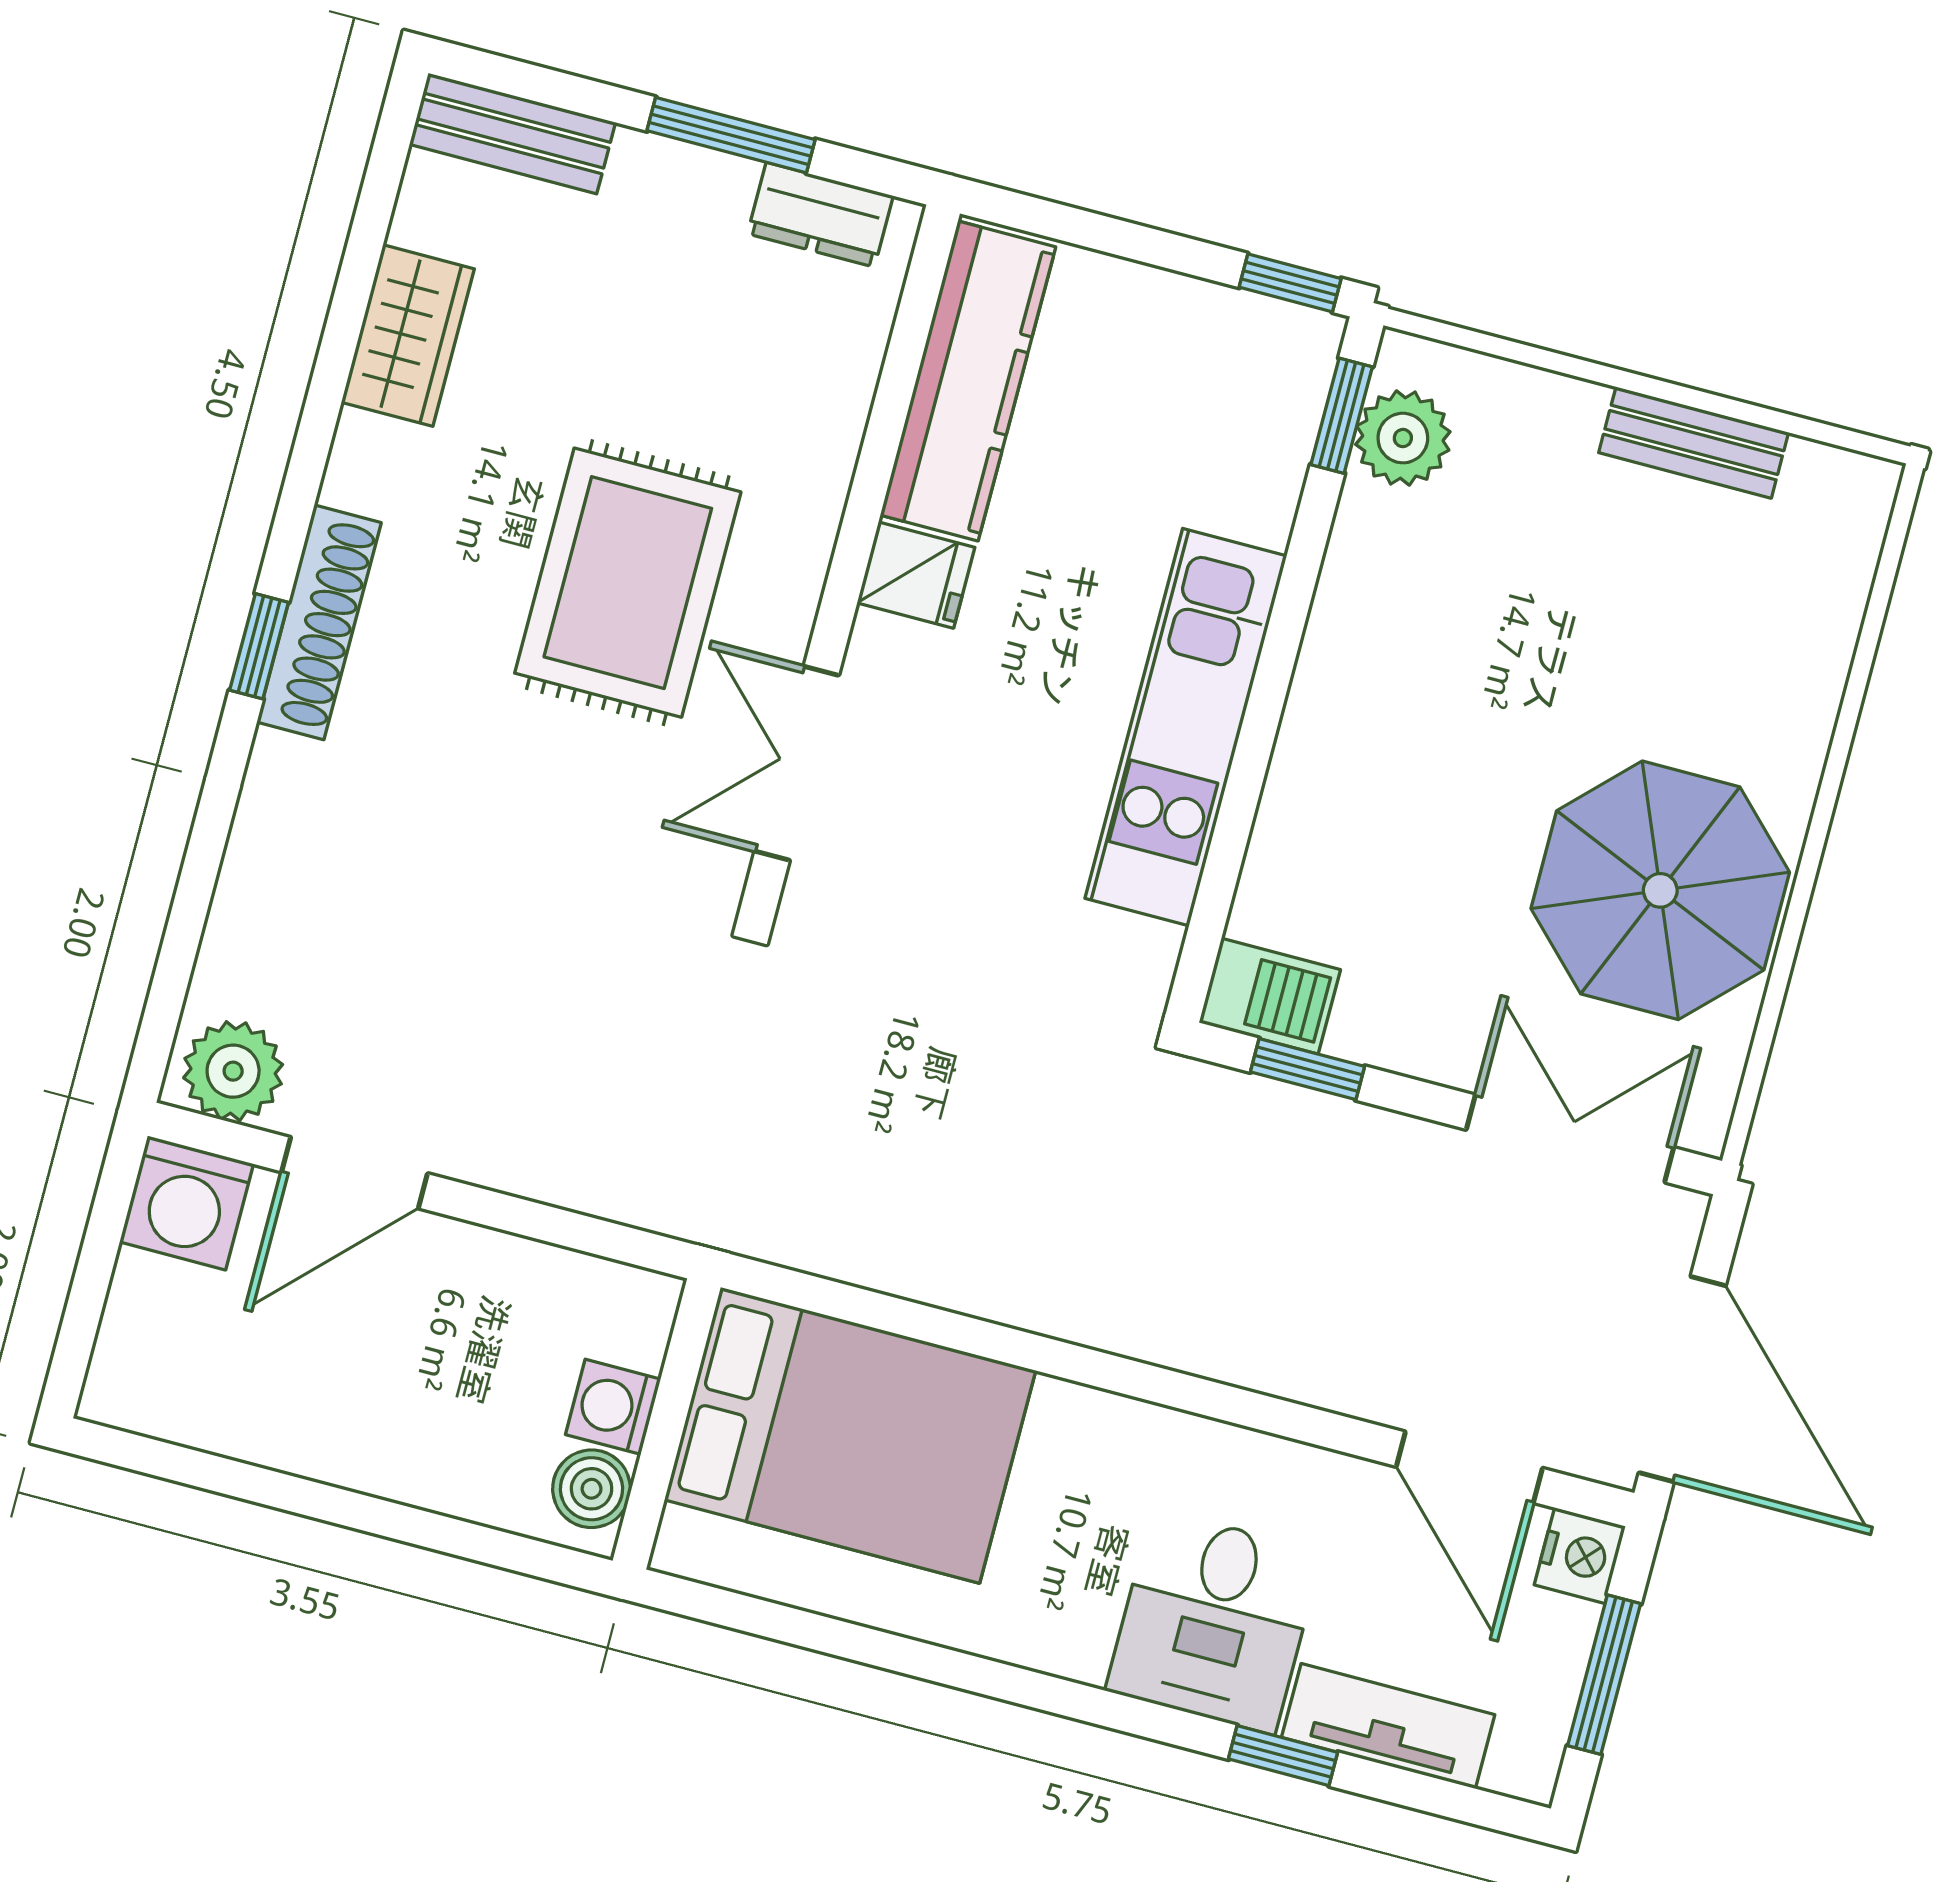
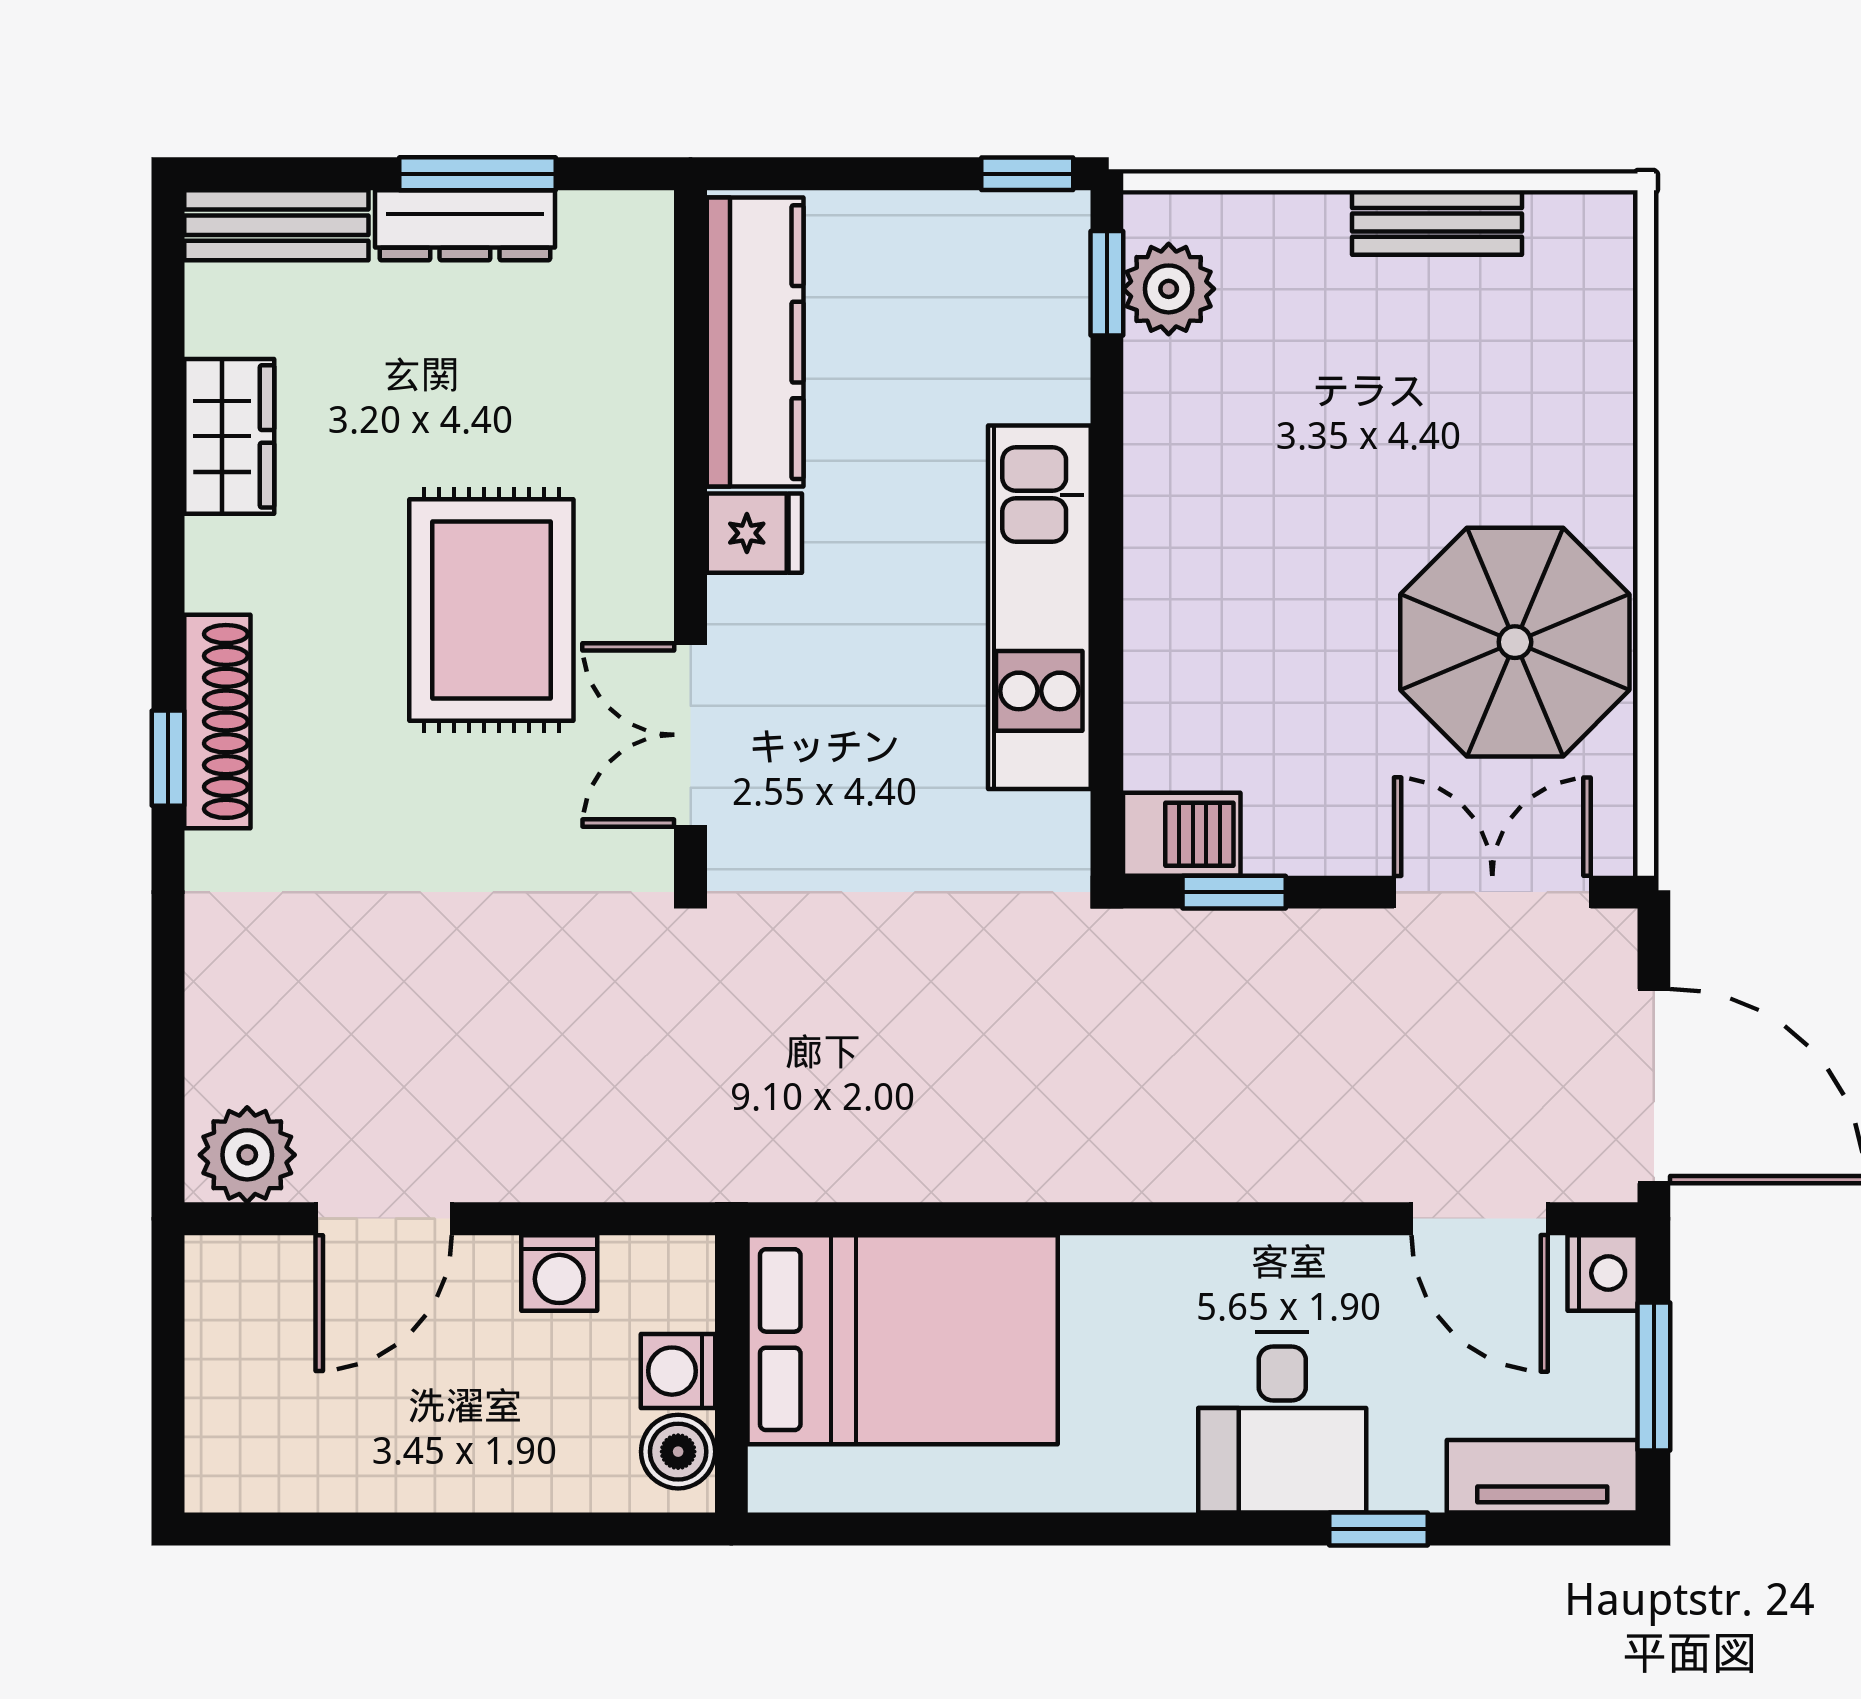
dresser: (820, 215) -> (465, 225), moved, width x1.44
washing machine: (187, 1203) -> (559, 1273), moved, width x0.73, depth x0.73
tv unit: (1388, 1726) -> (1542, 1476), moved

